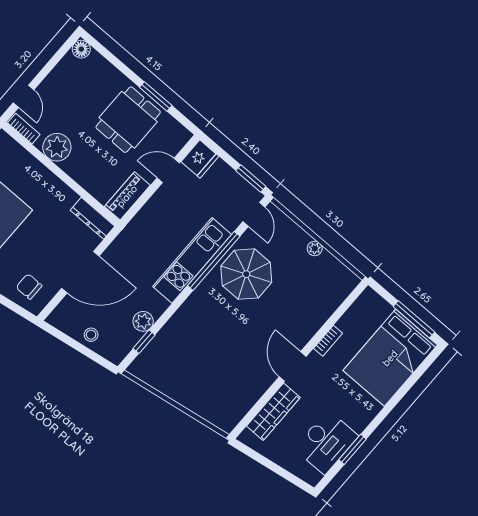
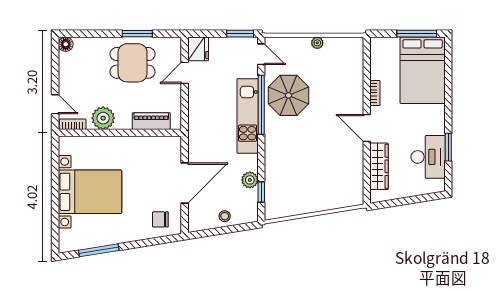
dining table: (128, 120) -> (133, 63), turned 90
piano: (127, 196) -> (151, 121), moved, turned 90
dresser: (93, 218) -> (163, 143), removed

